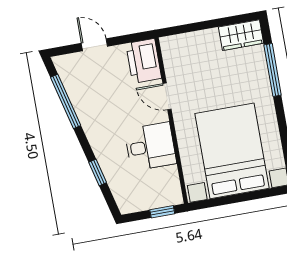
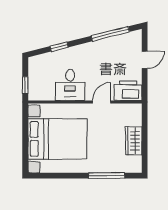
wardrobe: (241, 35) -> (134, 141), moved

